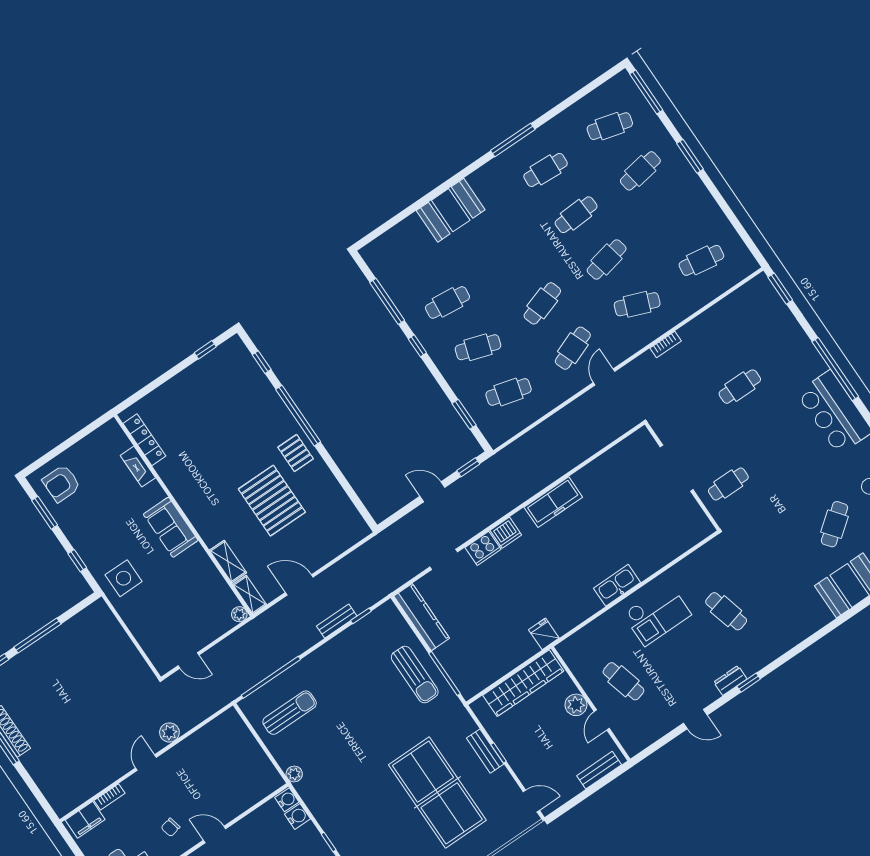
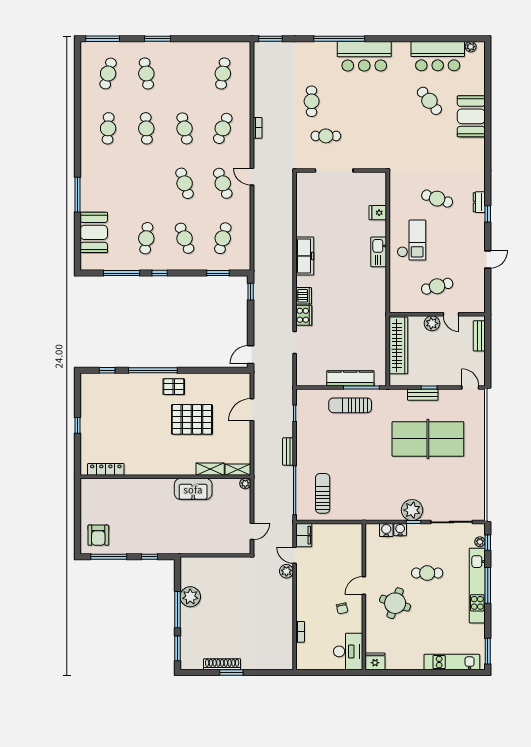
window: (513, 140) -> (78, 195), moved
booth: (451, 210) -> (94, 232), moved
cafe table: (478, 347) -> (185, 238), turned -39
window: (205, 350) -> (78, 425), moved
fireplace: (138, 467) -> (119, 484), removed
cafe table: (728, 484) -> (326, 136), moved, turned 90
door: (432, 492) -> (251, 355), moved
window: (45, 513) -> (109, 557), width x1.44
sofa: (171, 527) -> (193, 489), moved
side table: (124, 578) -> (178, 537), removed
door: (299, 585) -> (252, 410), moved
cafe table: (726, 611) -> (437, 199), turned 33
kitchen counter: (422, 617) -> (350, 378), moved
bench: (337, 621) -> (288, 451), moved
fridge: (544, 634) -> (378, 213), moved
plant: (63, 640) -> (190, 597), added
sun lounger: (415, 675) -> (350, 405), turned 180
dresser: (730, 681) -> (479, 202), moved
door: (146, 763) -> (295, 555), moved
plant: (294, 774) -> (412, 510), moved, width x1.88, depth x1.88
water cooler: (287, 800) -> (400, 530), moved
door: (531, 801) -> (470, 388), hinge flipped
filing cabinet: (85, 820) -> (304, 535), moved

